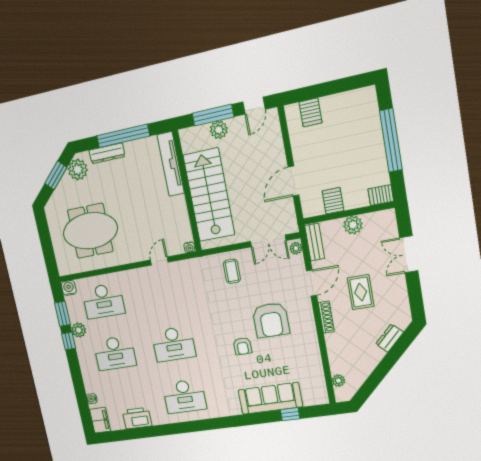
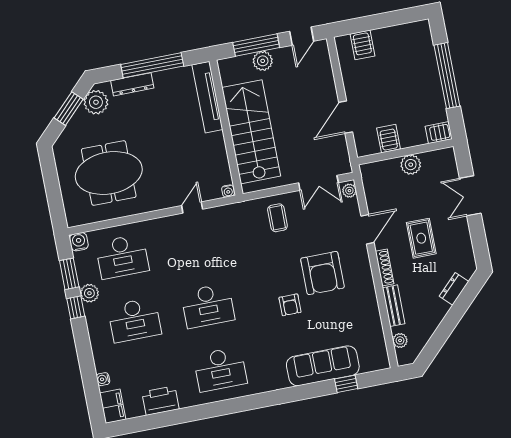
bench: (315, 242) -> (394, 306), moved

